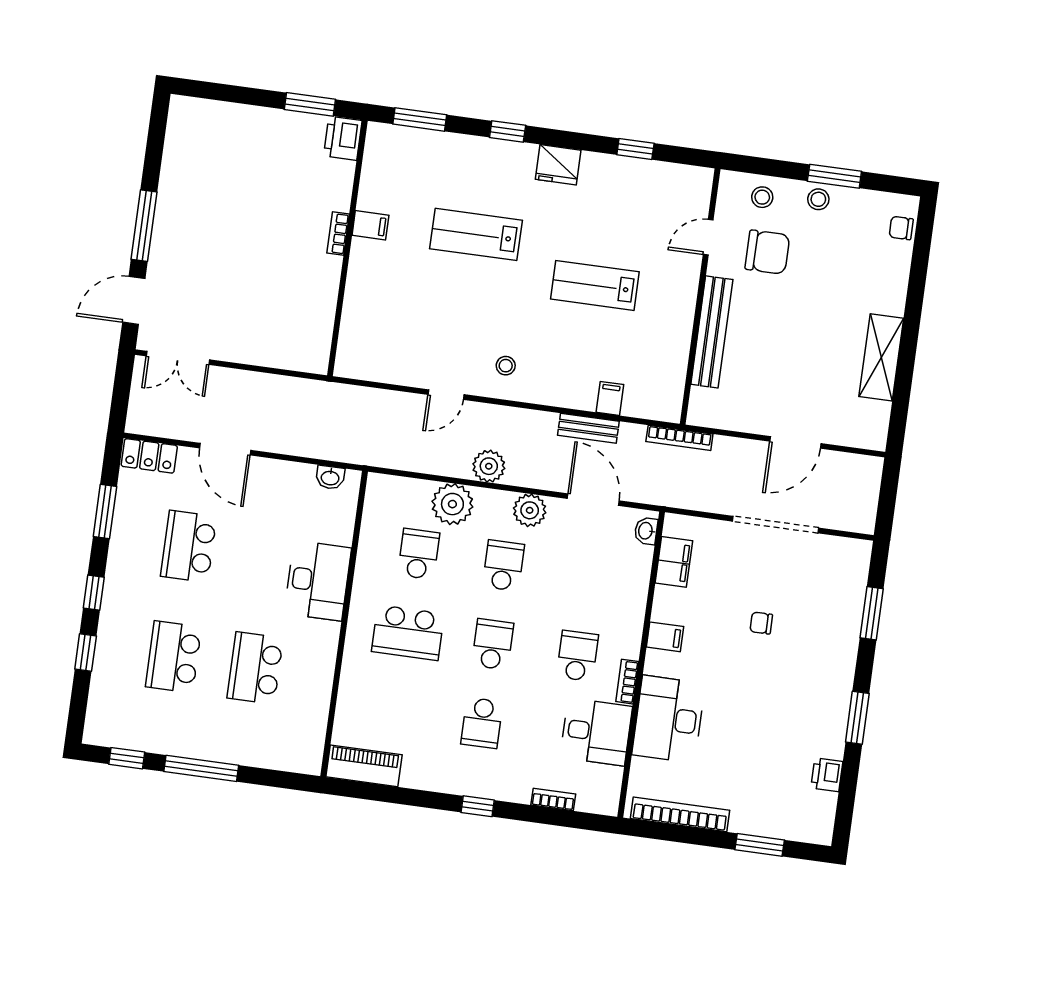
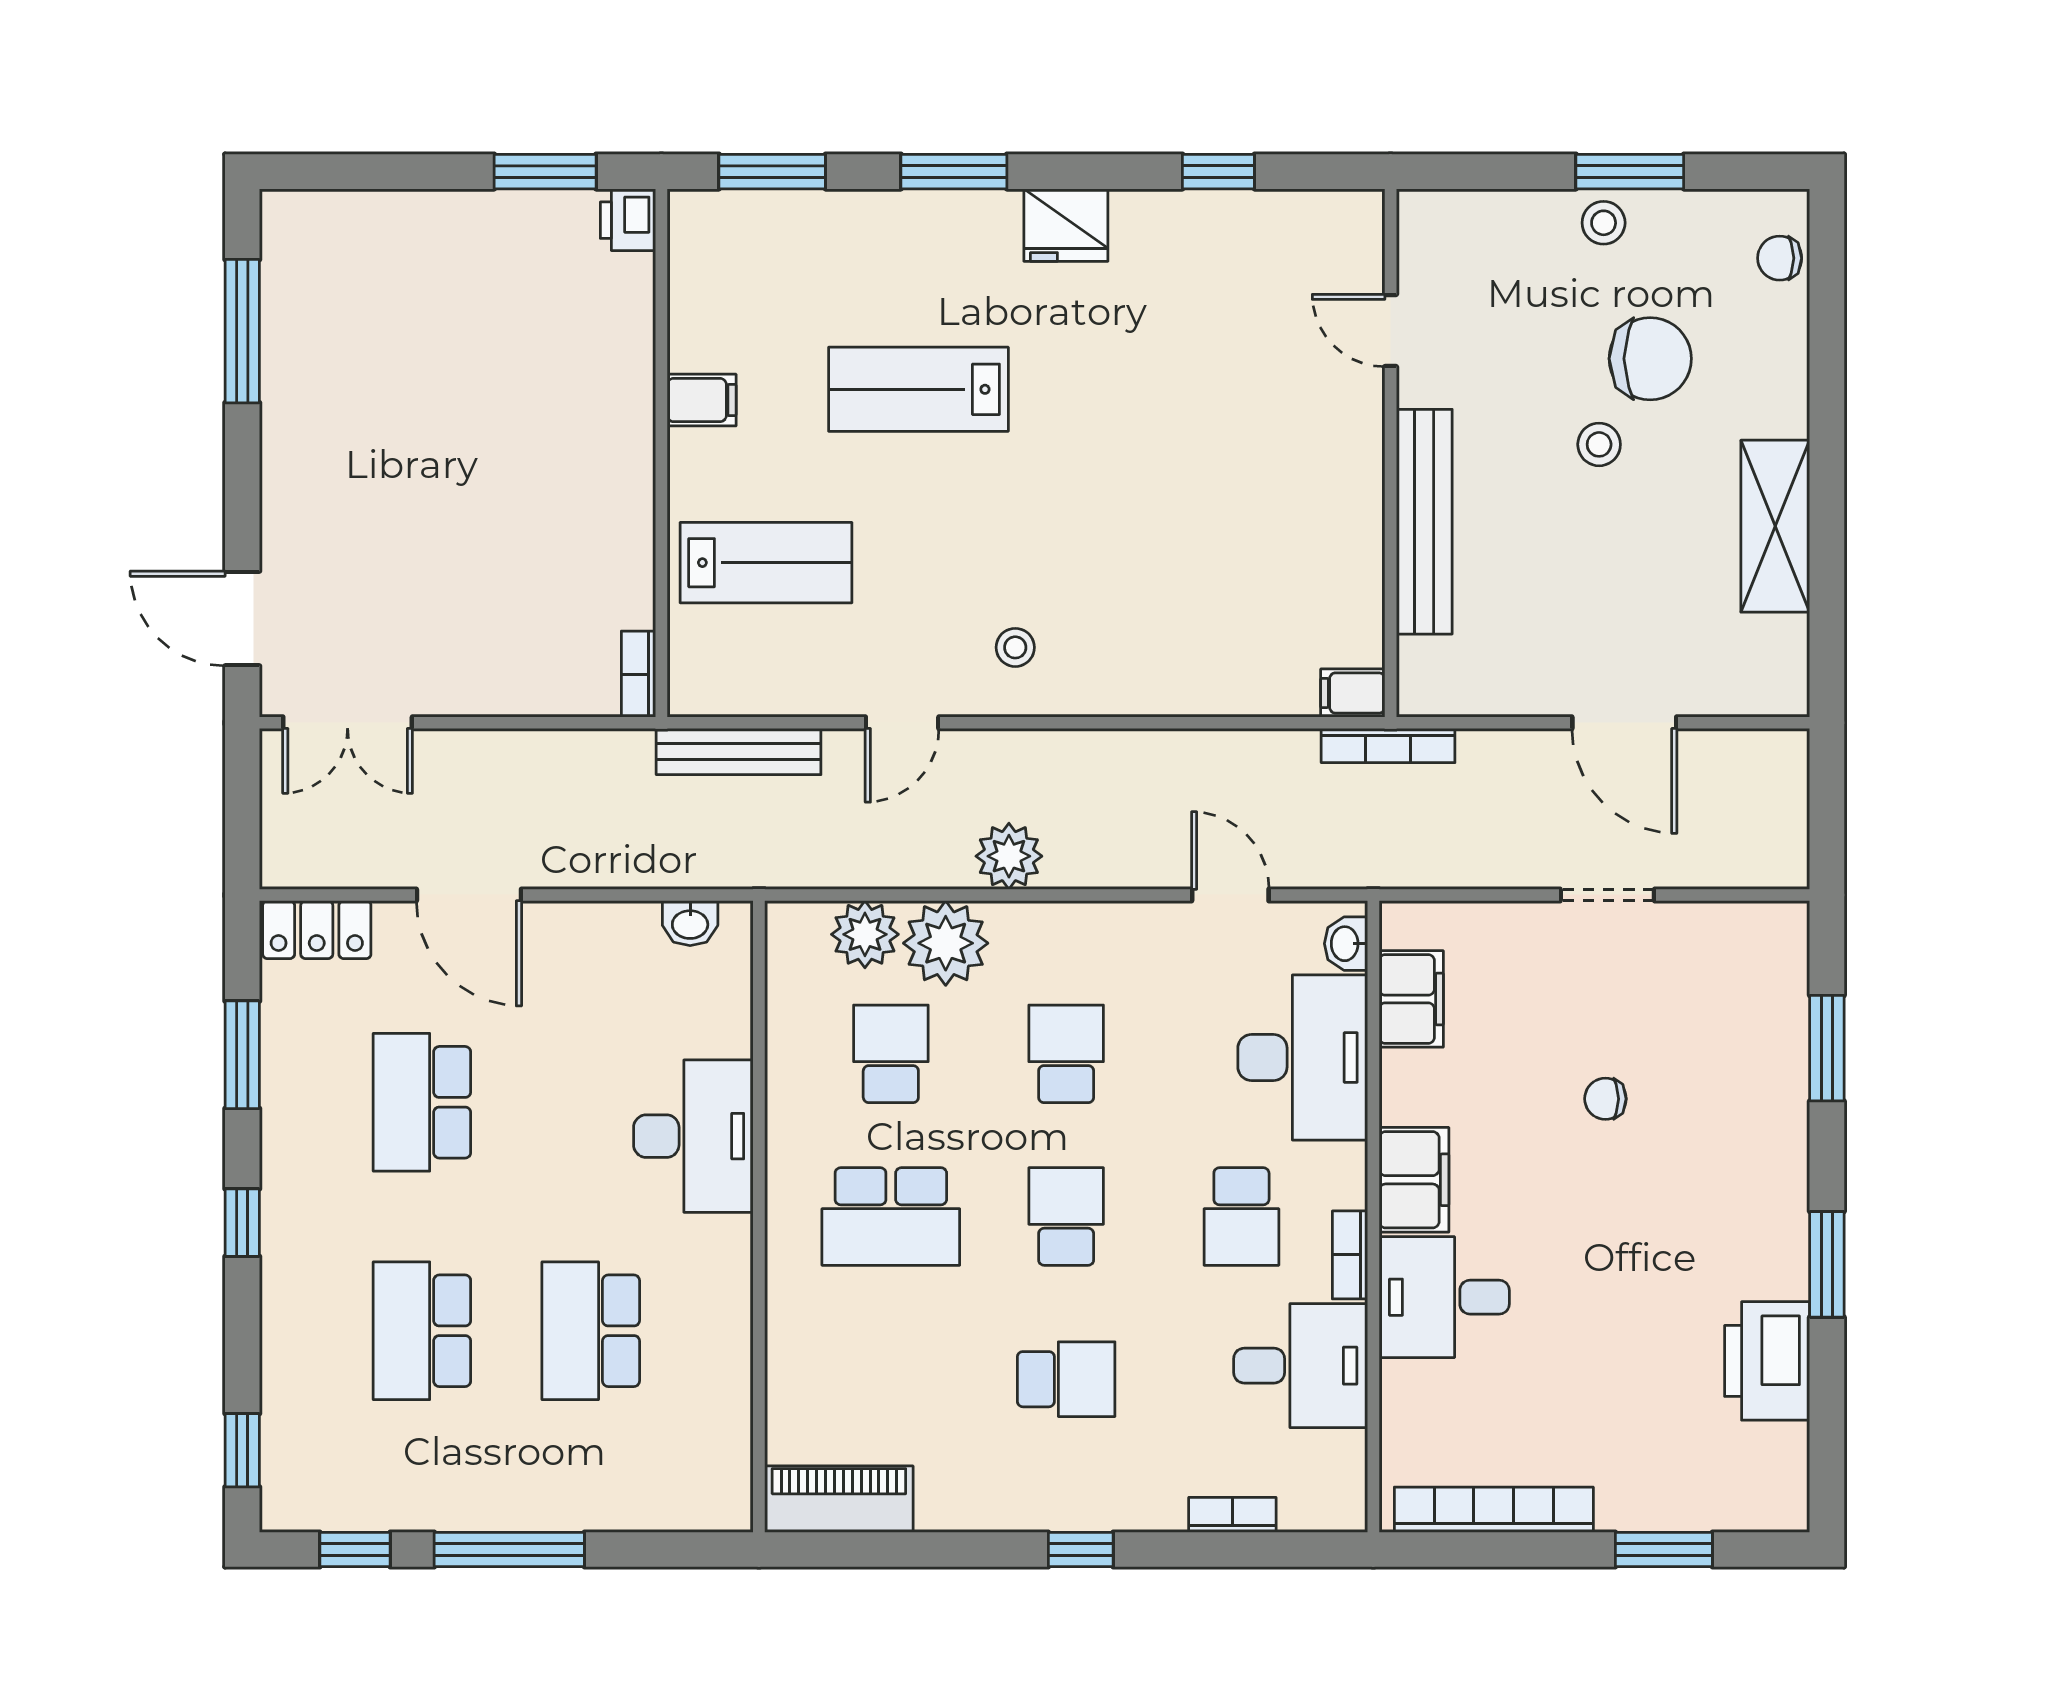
window: (508, 131) -> (954, 172), width x1.50
printer: (343, 138) -> (628, 220), width x0.73, depth x0.81
stool: (762, 197) -> (1599, 444), moved
window: (144, 226) -> (242, 331), moved
bookcase: (338, 234) -> (638, 674), moved
door: (708, 237) -> (1391, 331), hinge flipped
chair: (767, 252) -> (1650, 359), moved
lab bench: (595, 285) -> (766, 563), moved, turned 180
door: (134, 300) -> (242, 618), hinge flipped
filing cabinet: (610, 398) -> (1353, 693), moved, turned -90
bench: (588, 428) -> (739, 752), moved, width x1.36
door: (795, 442) -> (1624, 723), hinge flipped
door: (593, 500) -> (1230, 895), width x0.73
plant: (530, 510) -> (865, 934), moved
doorway: (776, 525) -> (1607, 895), width x0.53
desk: (618, 583) -> (1303, 1057), added
filing cabinet: (665, 637) -> (1414, 1180), width x2.00
window: (86, 652) -> (242, 1450), moved
school desk: (577, 656) -> (1241, 1217), turned 180
desk: (669, 719) -> (1444, 1297), width x0.73
school desk: (482, 723) -> (1066, 1379), turned -90
printer: (827, 775) -> (1767, 1361), width x1.87, depth x1.48

